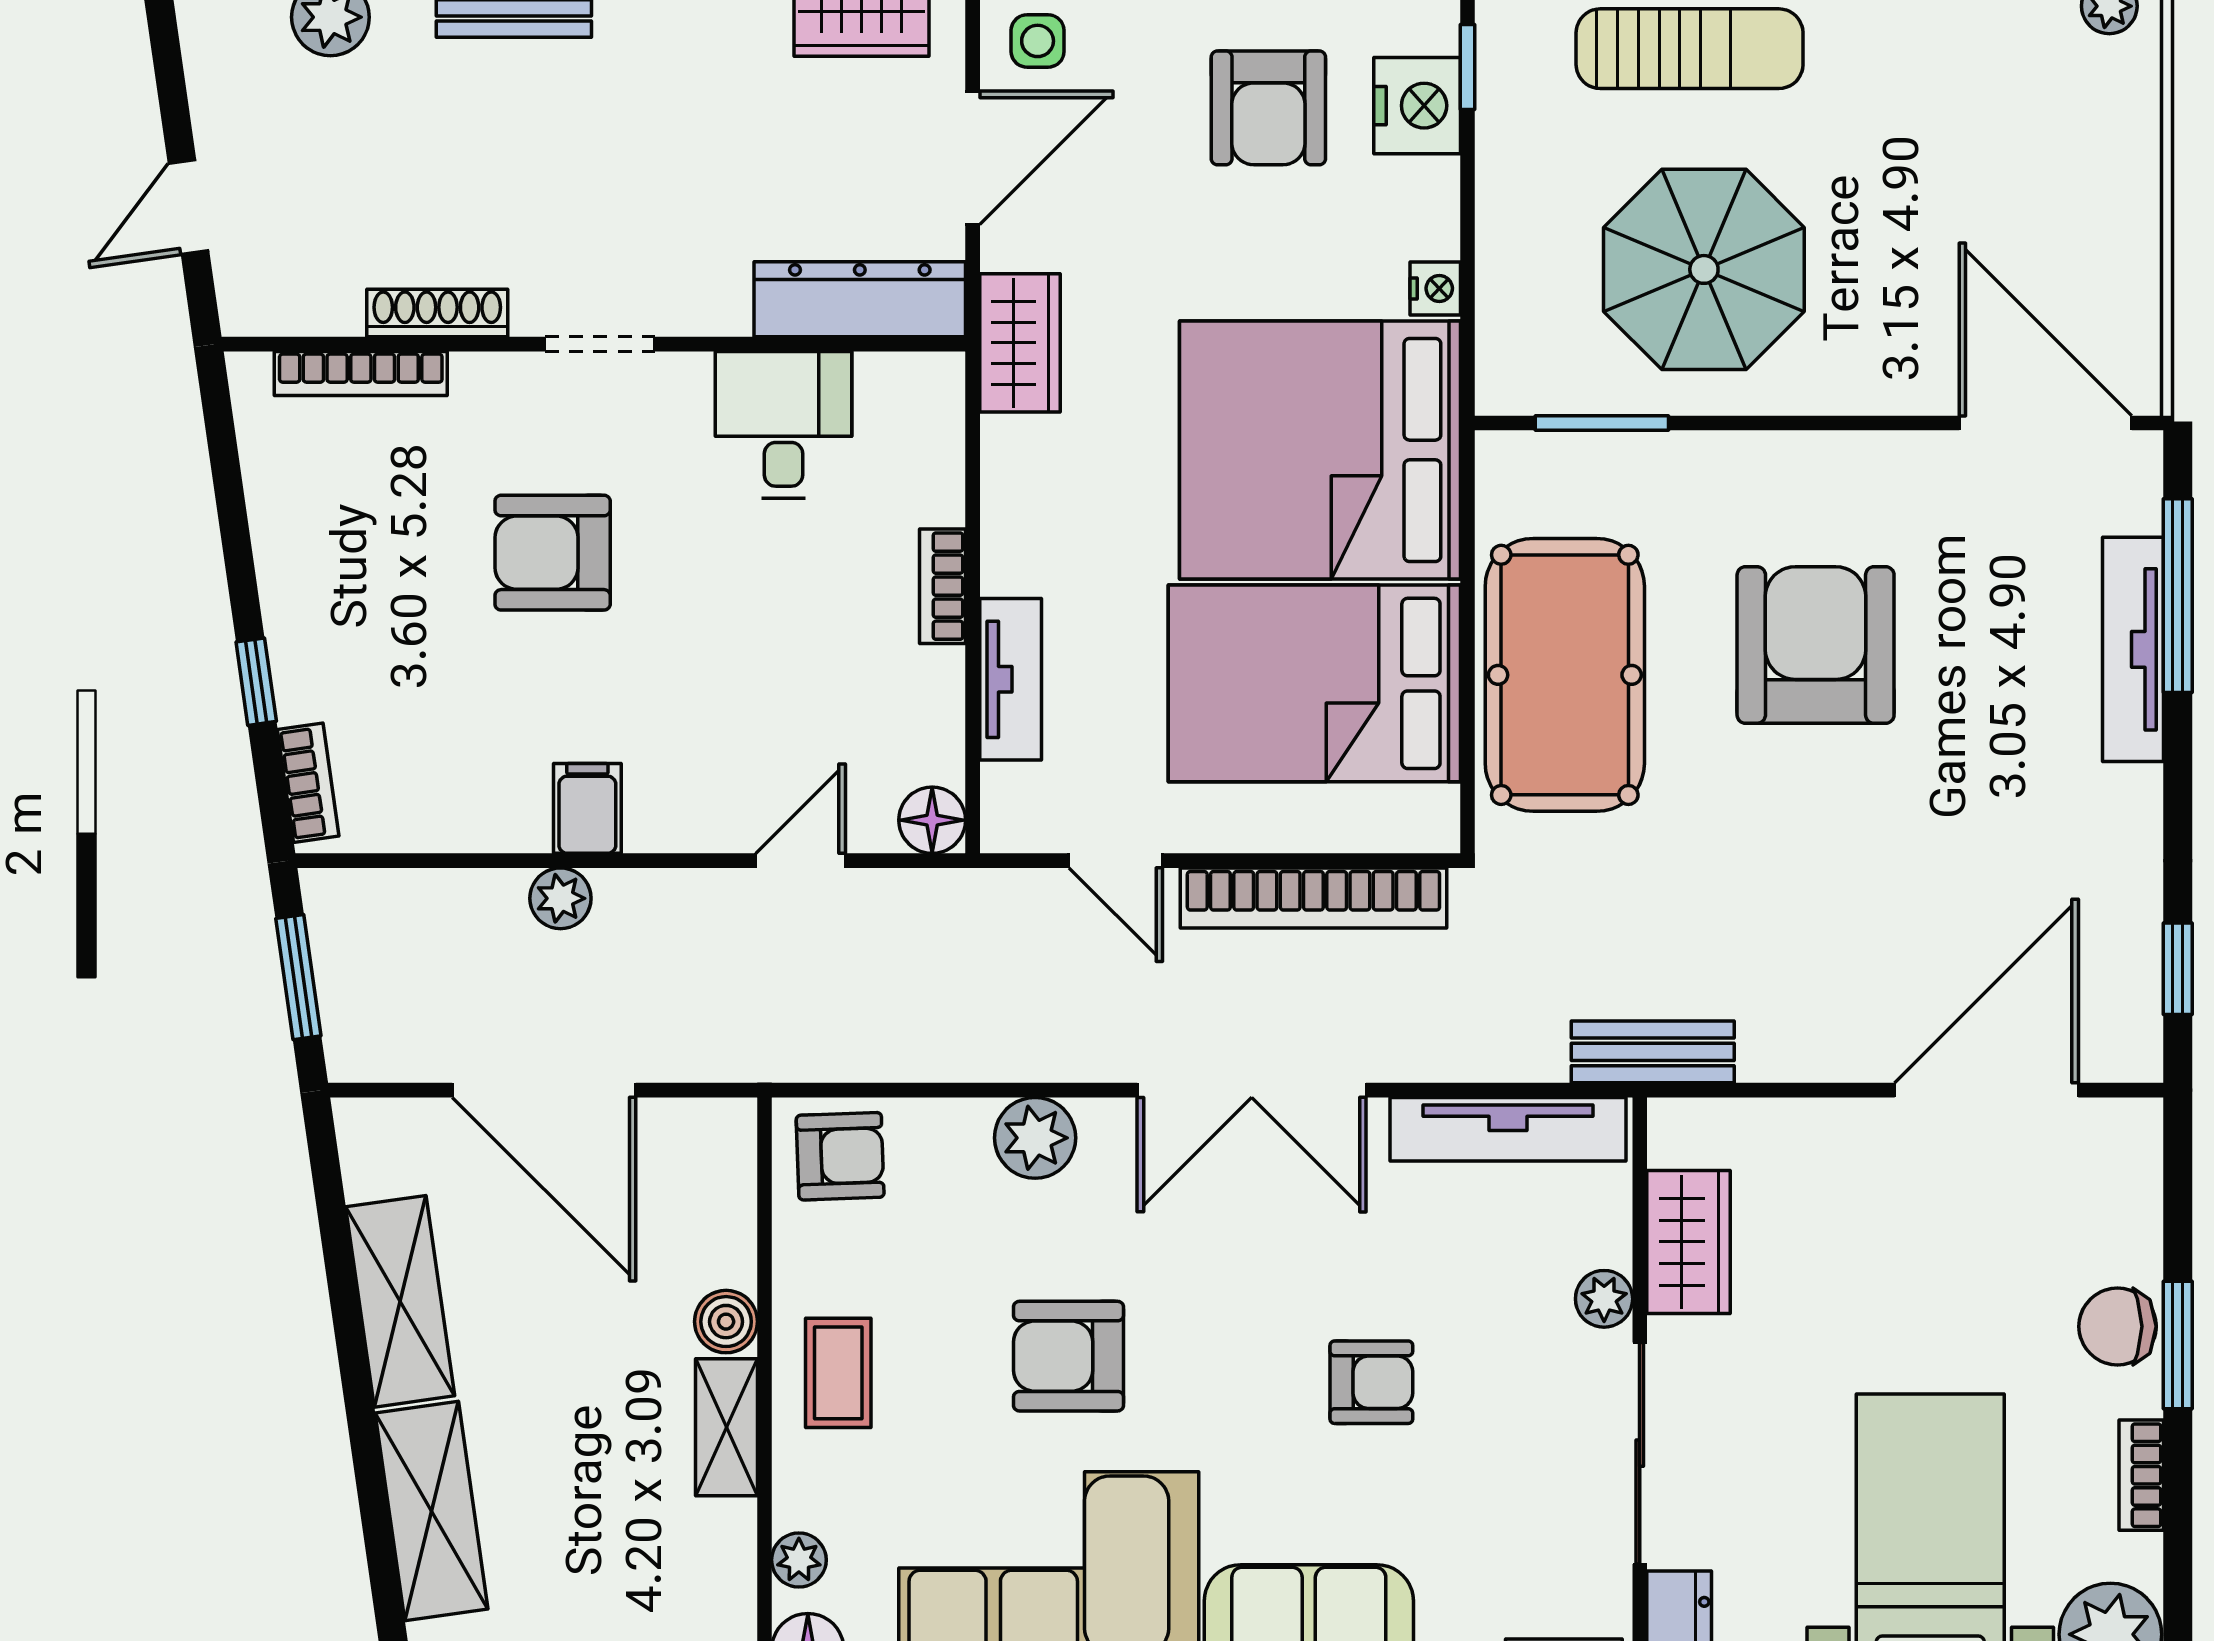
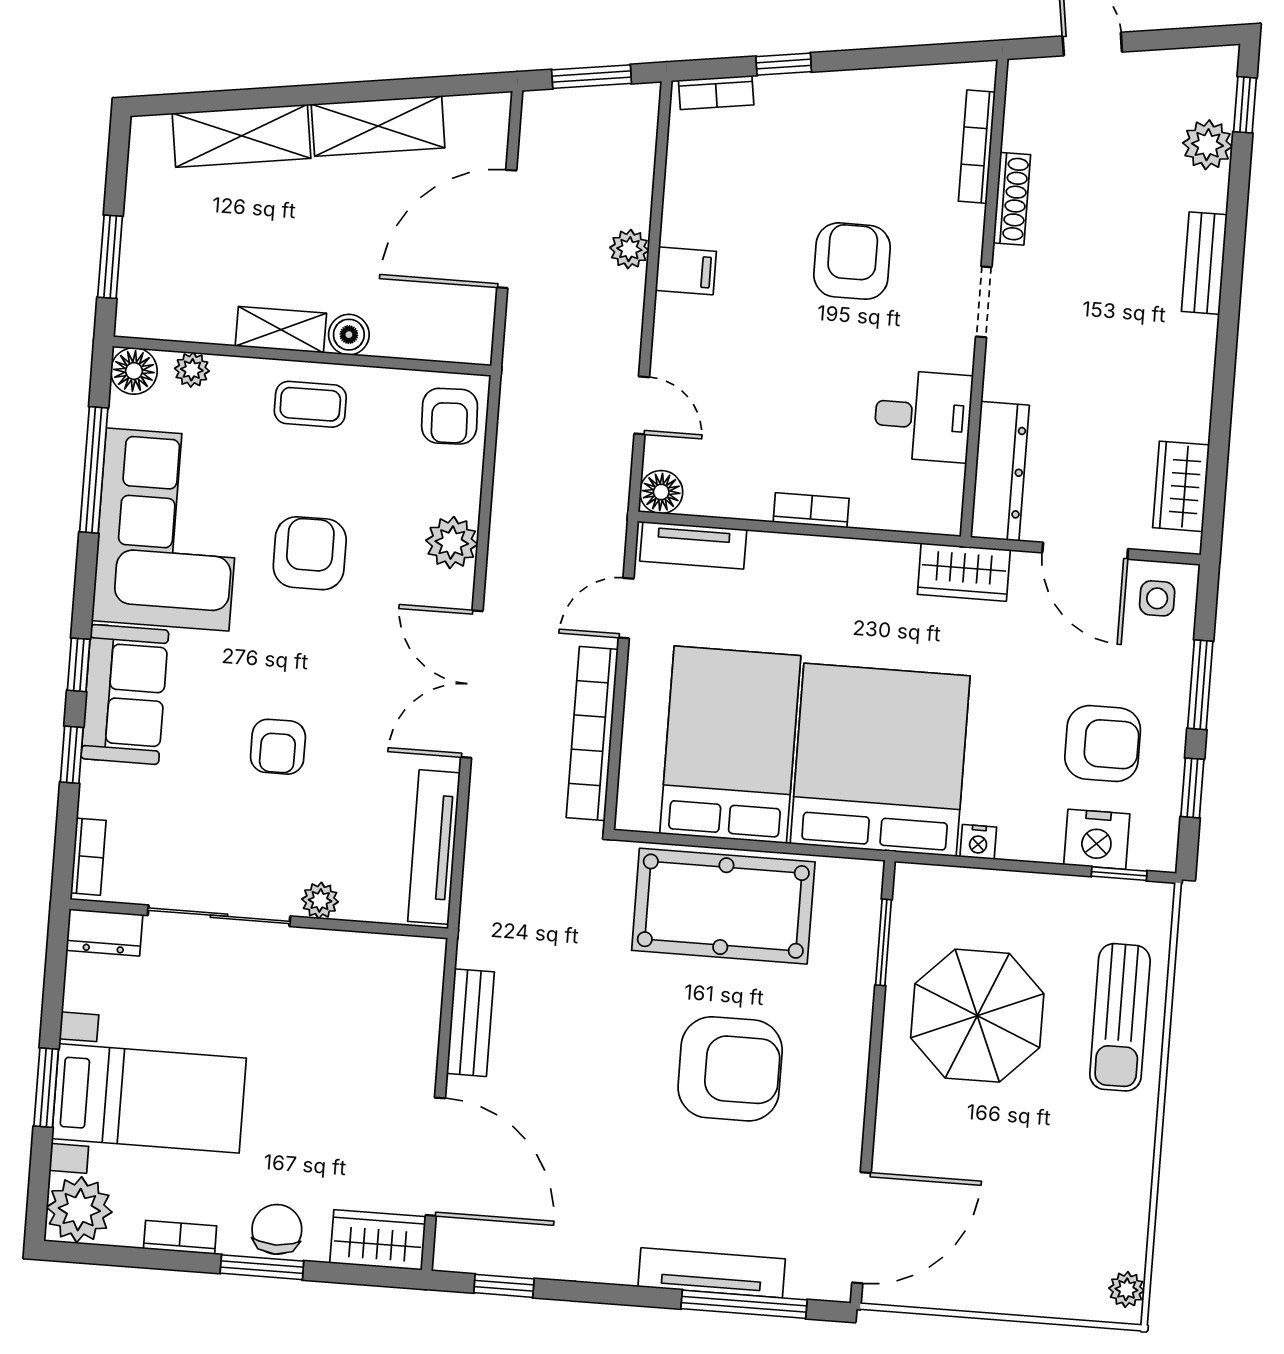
armchair: (1268, 108) -> (1103, 744), turned 180
tv unit: (1011, 679) -> (693, 545), moved
bench: (1653, 1052) -> (470, 1023), moved
wardrobe: (1688, 1242) -> (378, 1240), moved, turned 180

